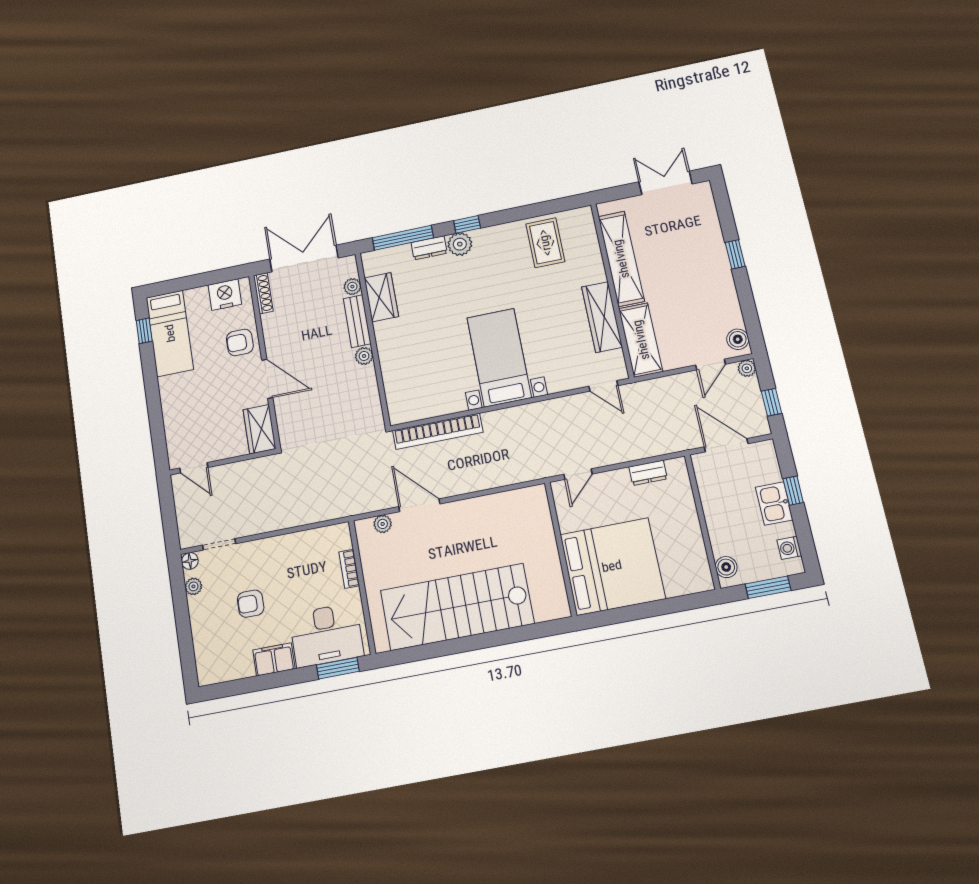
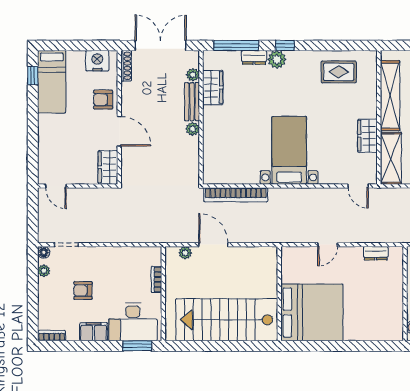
rug: (545, 243) -> (339, 72), turned 90
wardrobe: (602, 317) -> (367, 136), width x0.67
wall: (561, 549) -> (279, 294), moved
bed: (612, 566) -> (312, 312), moved
bookcase: (217, 676) -> (52, 336), added

